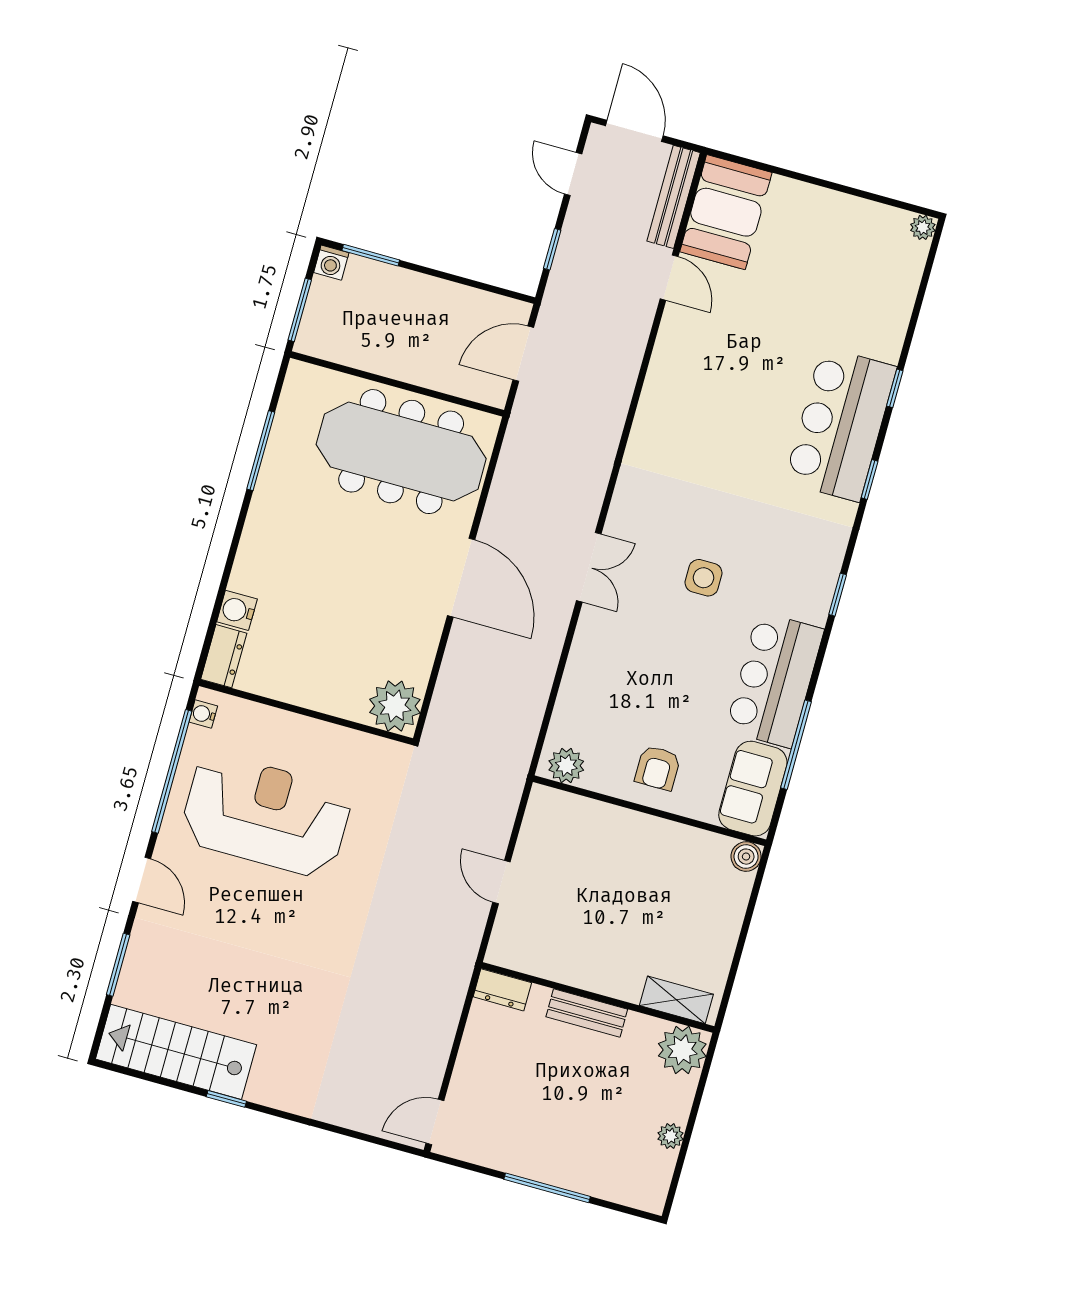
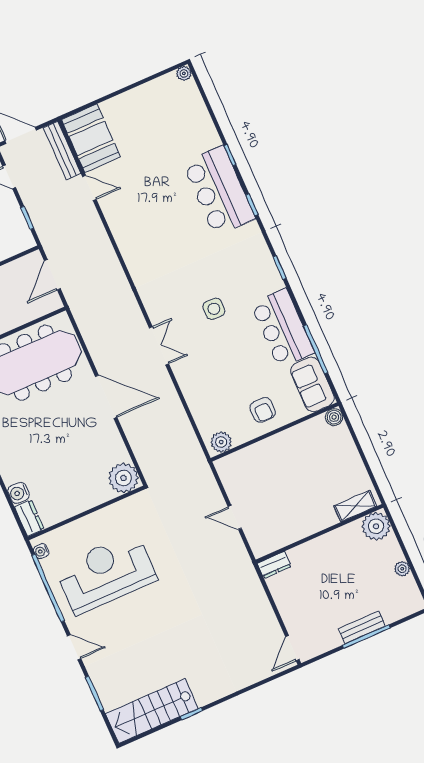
bench: (587, 1013) -> (362, 627), moved

